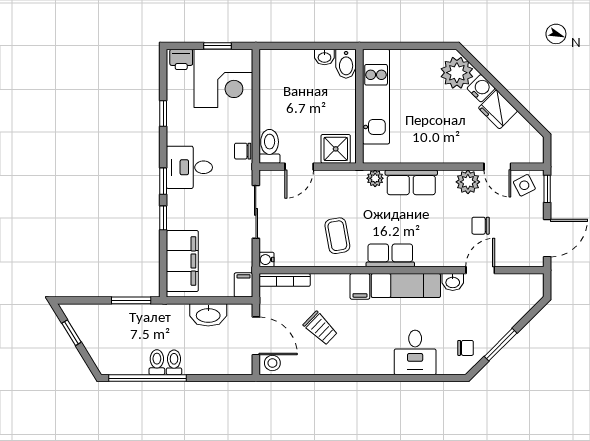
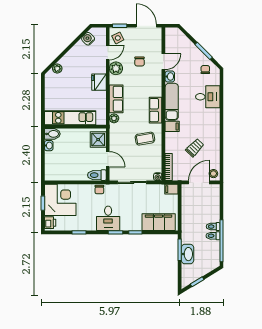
plant: (457, 73) -> (57, 69), width x0.53, depth x0.53
water cooler: (481, 88) -> (88, 39), moved
fridge: (498, 109) -> (99, 82), moved, turned 135
door: (480, 270) -> (163, 62), swing flipped
washbasin: (208, 315) -> (188, 254), moved

